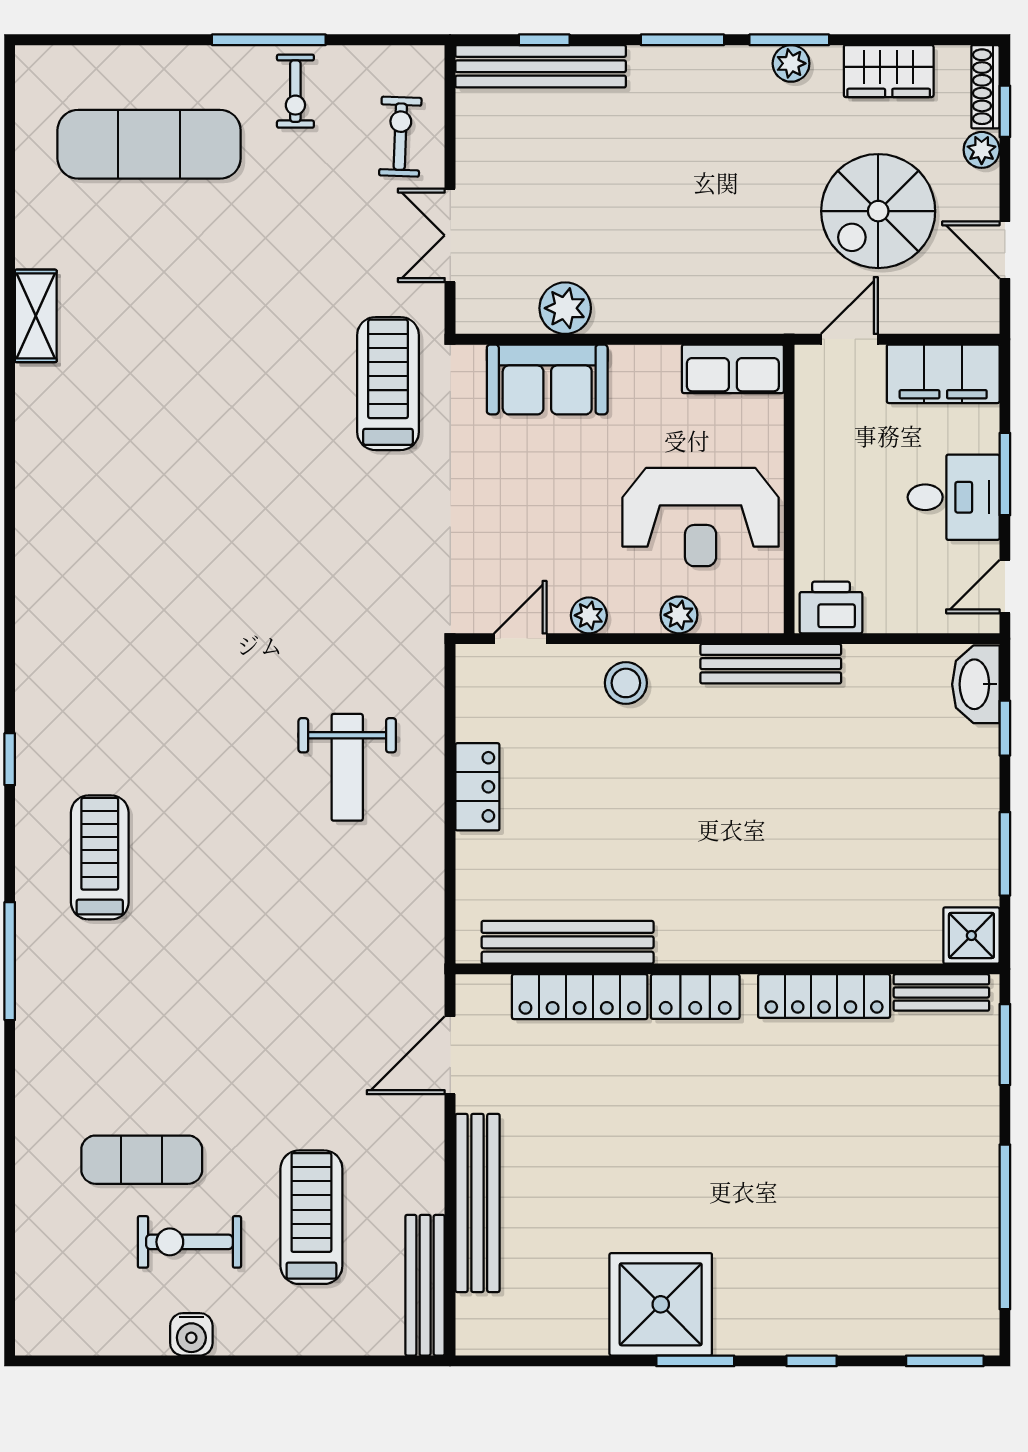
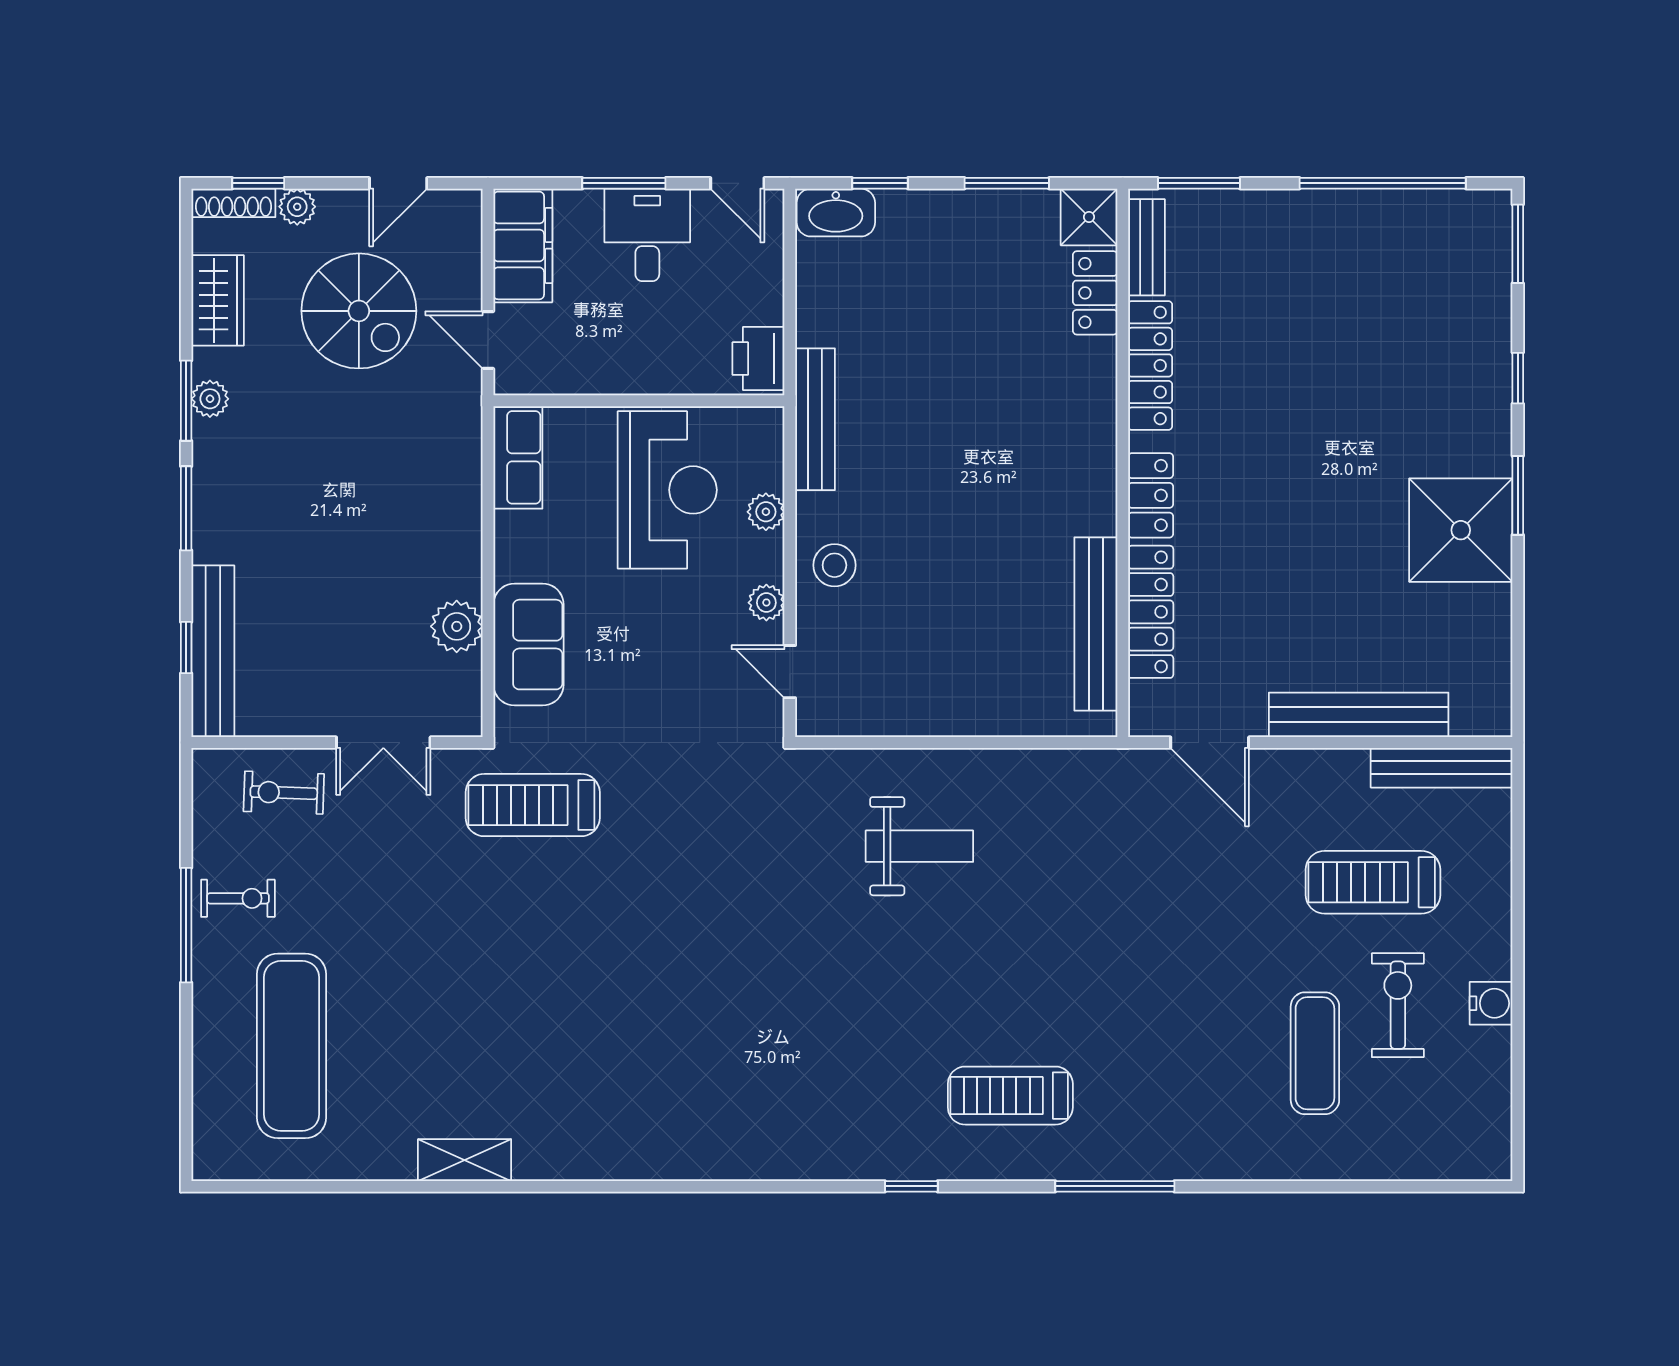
locker: (477, 787) -> (1095, 293), moved, turned -90
exercise bike: (189, 1242) -> (1398, 1005), turned 180

